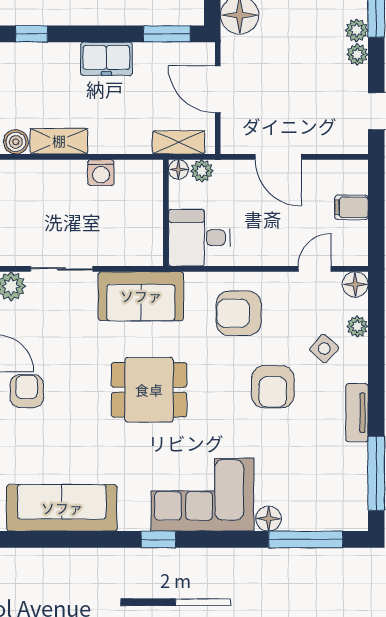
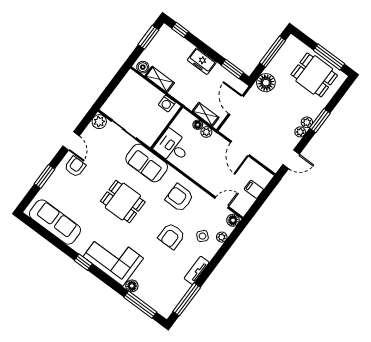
wall: (166, 213) -> (167, 128), moved
desk: (199, 238) -> (172, 147), moved

